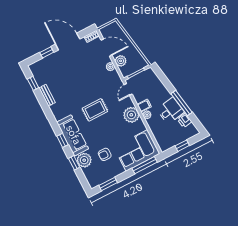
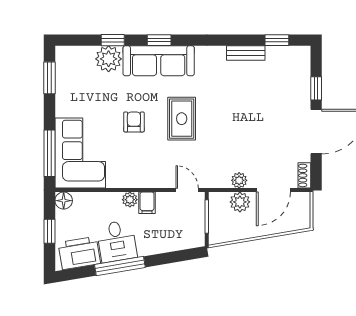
plant: (131, 115) -> (143, 174), removed
printer: (184, 120) -> (79, 253), width x1.87, depth x1.48
floor lamp: (164, 146) -> (64, 201), added
armchair: (105, 154) -> (134, 122), moved

